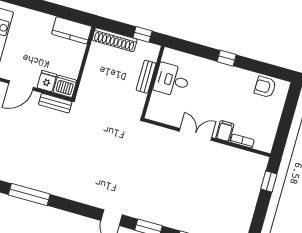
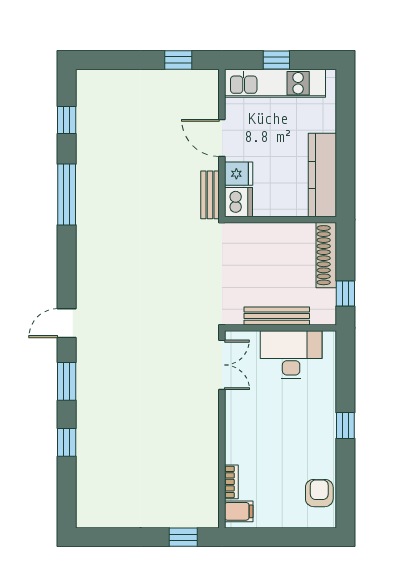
kitchen counter: (72, 30) -> (322, 175), width x1.50
bench: (146, 77) -> (277, 316), width x1.36
desk: (172, 80) -> (291, 355), width x1.37
filing cabinet: (225, 131) -> (239, 511), moved
double door: (195, 134) -> (222, 365), moved

